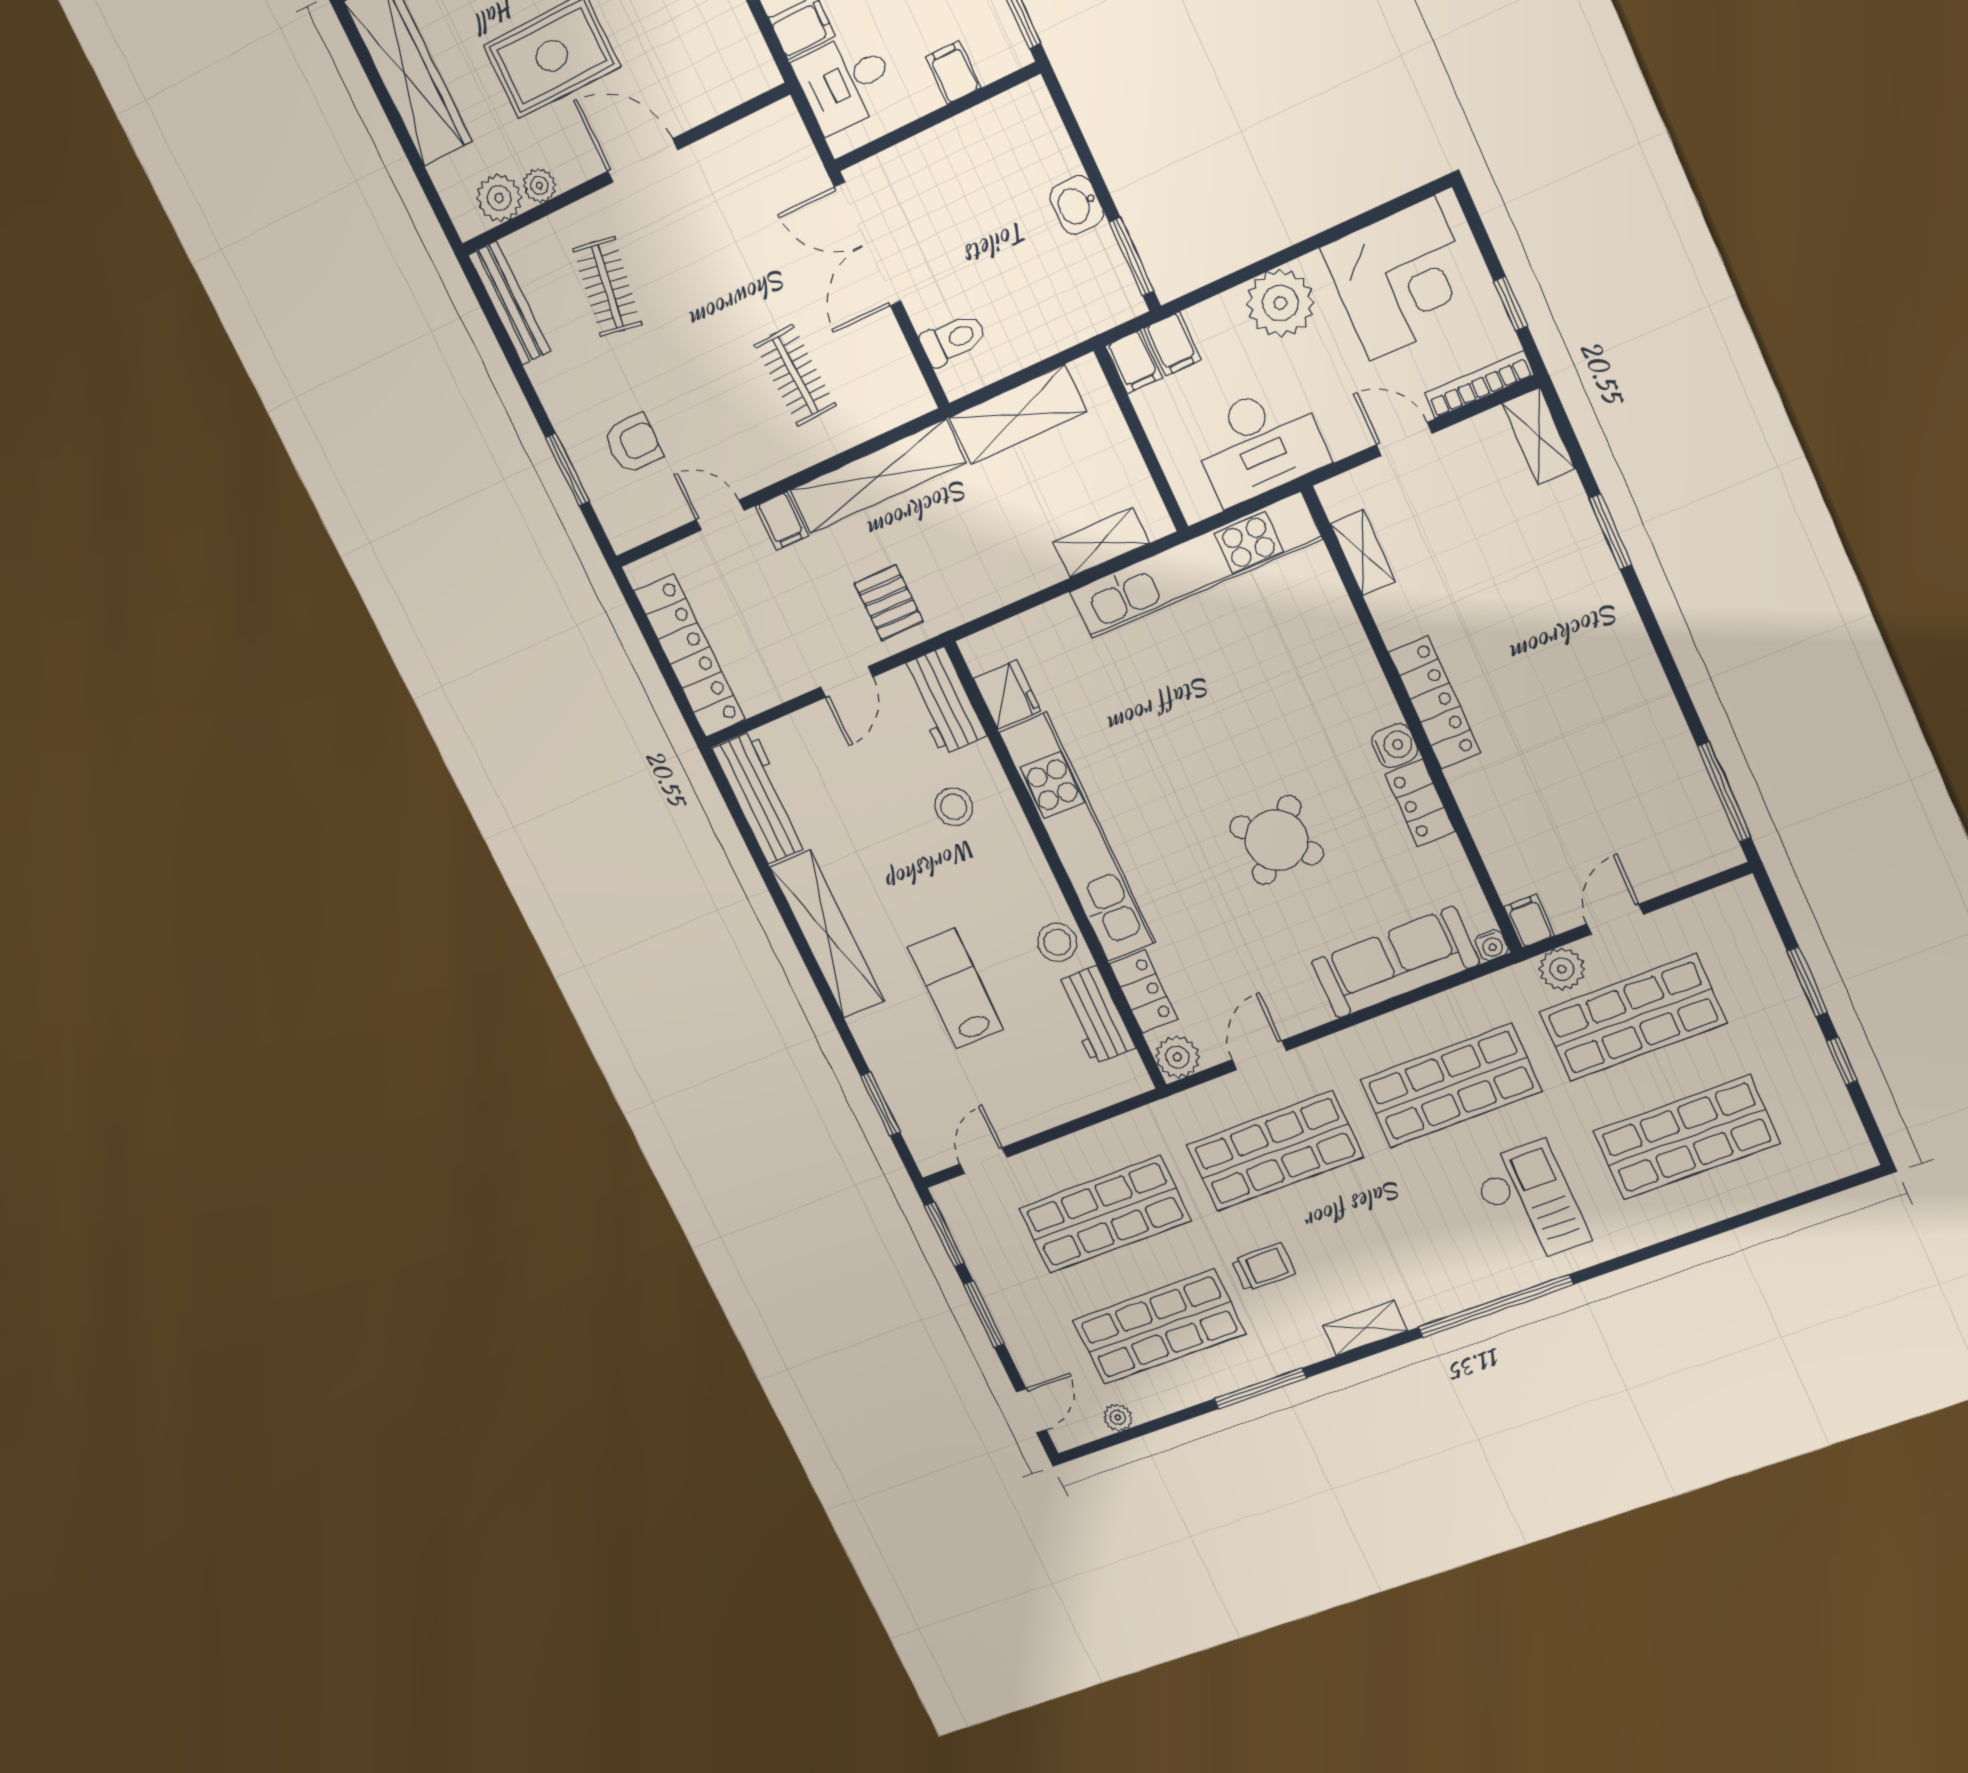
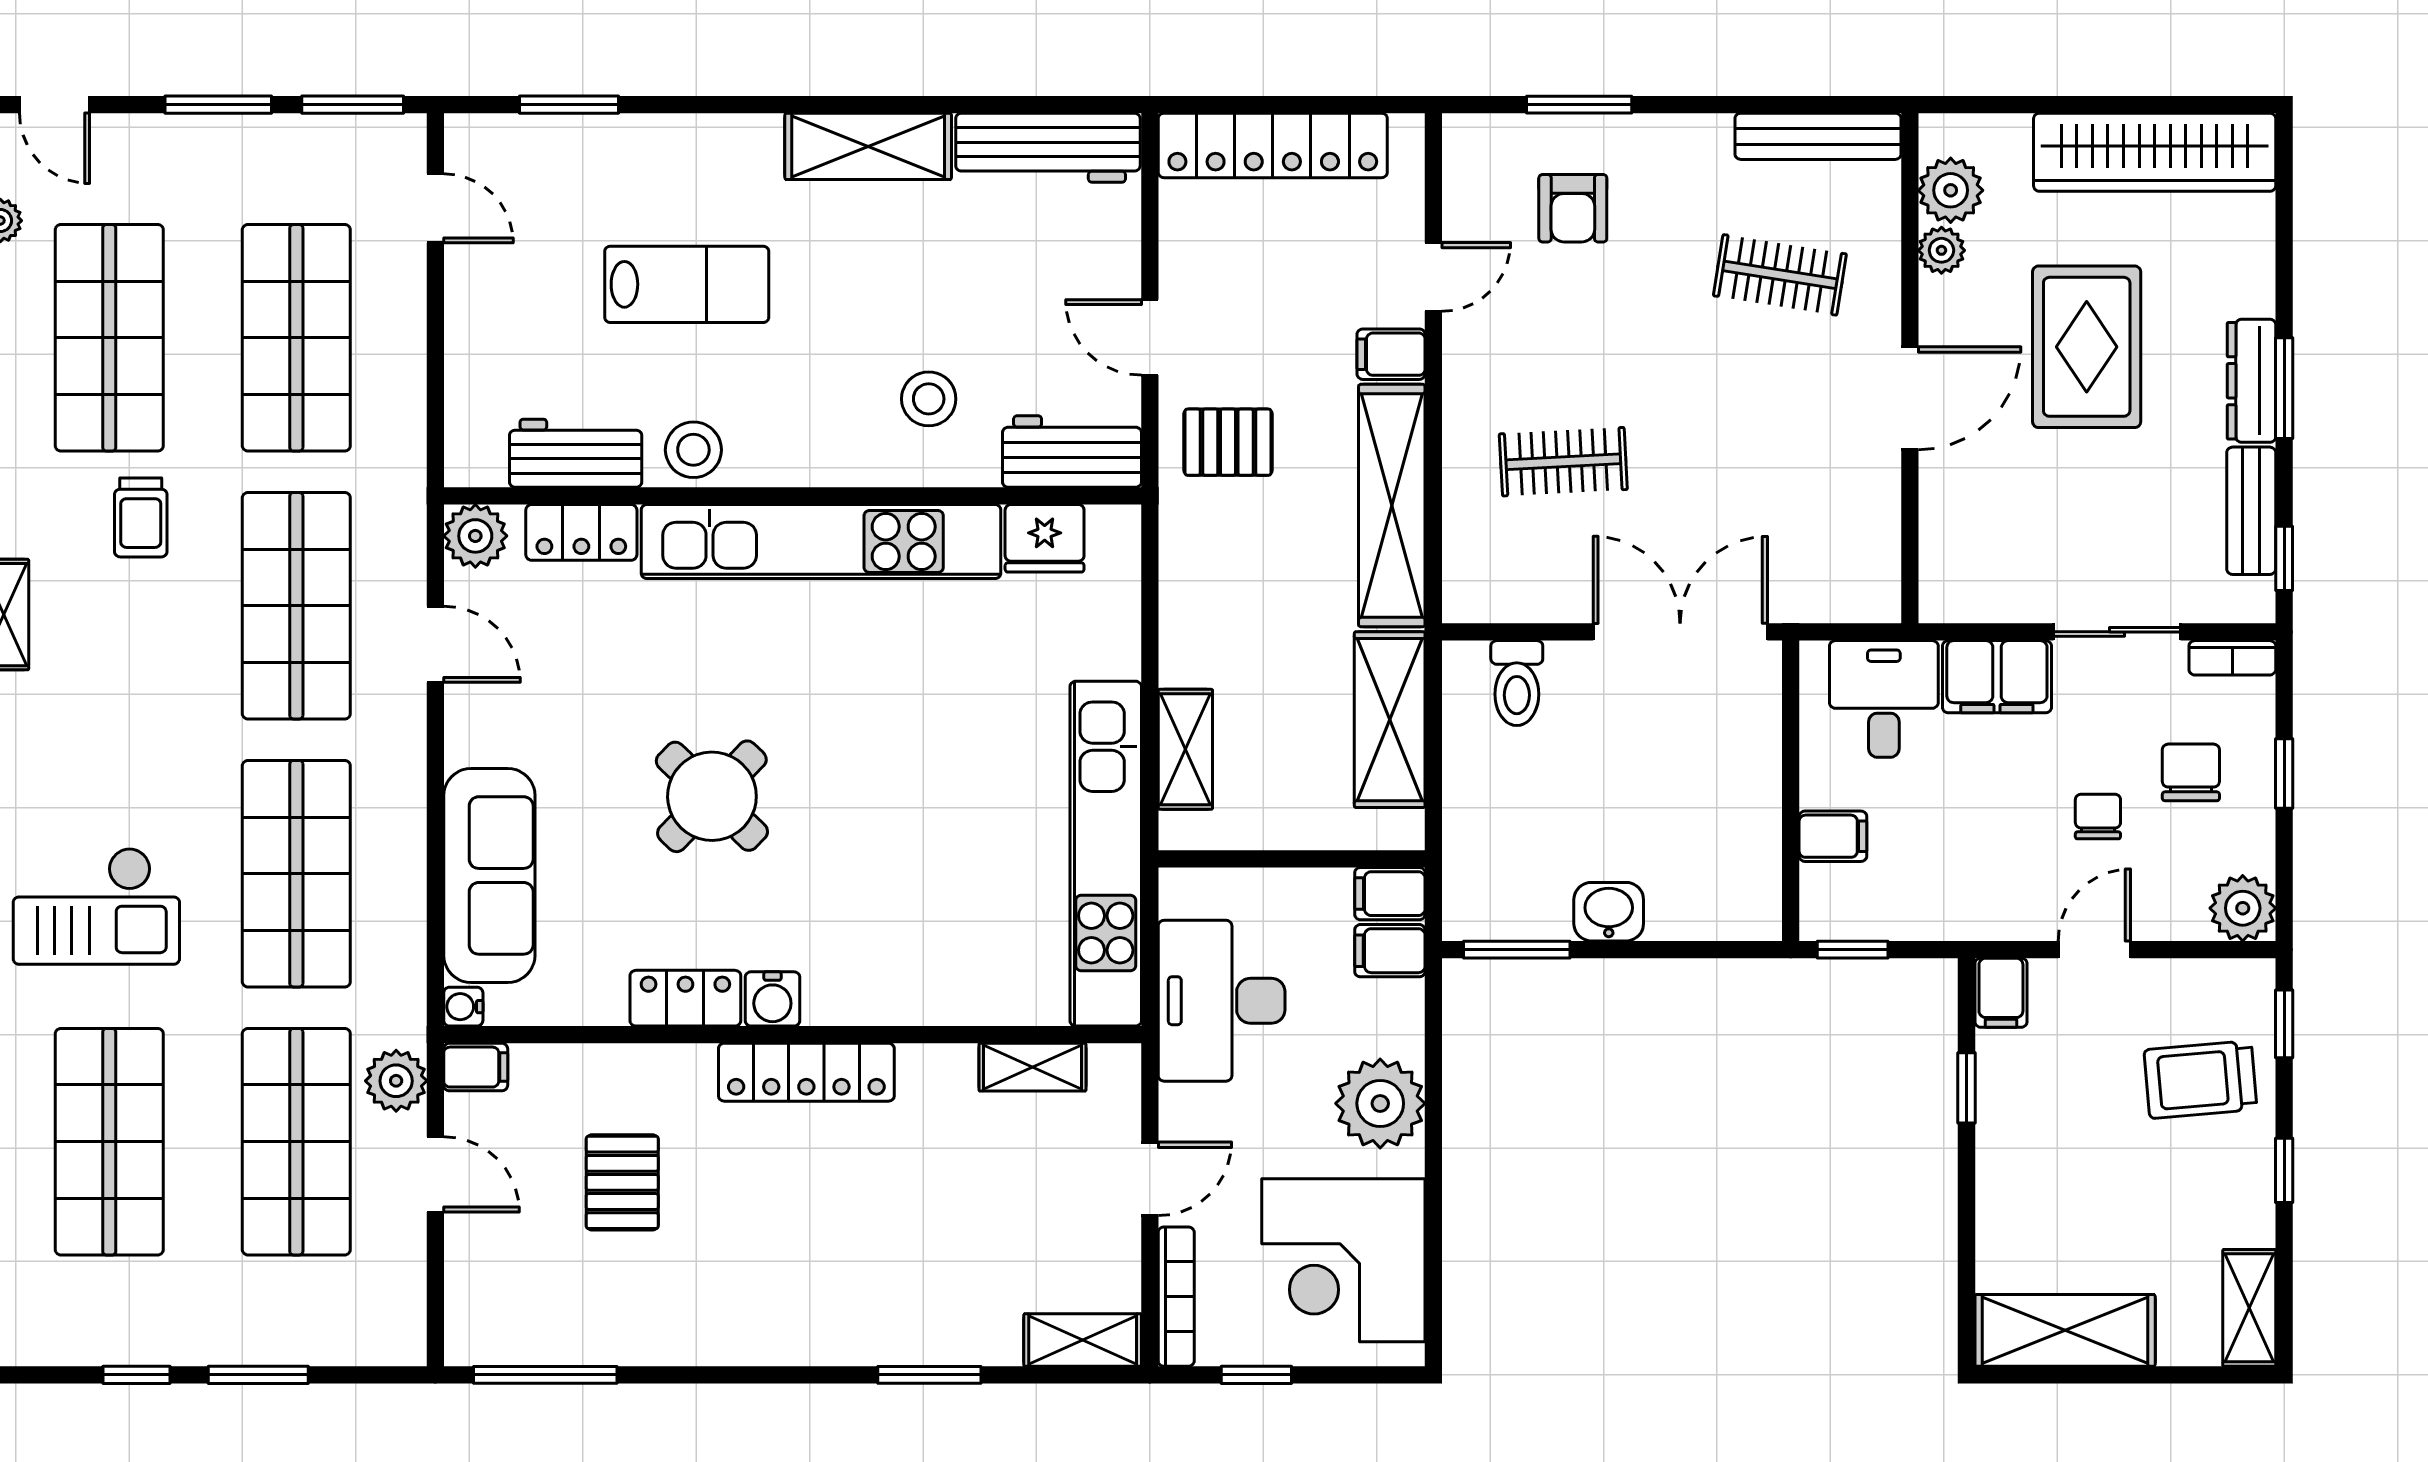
pallet: (1566, 794) -> (622, 1182), added
shelving: (827, 934) -> (868, 146), width x0.68

